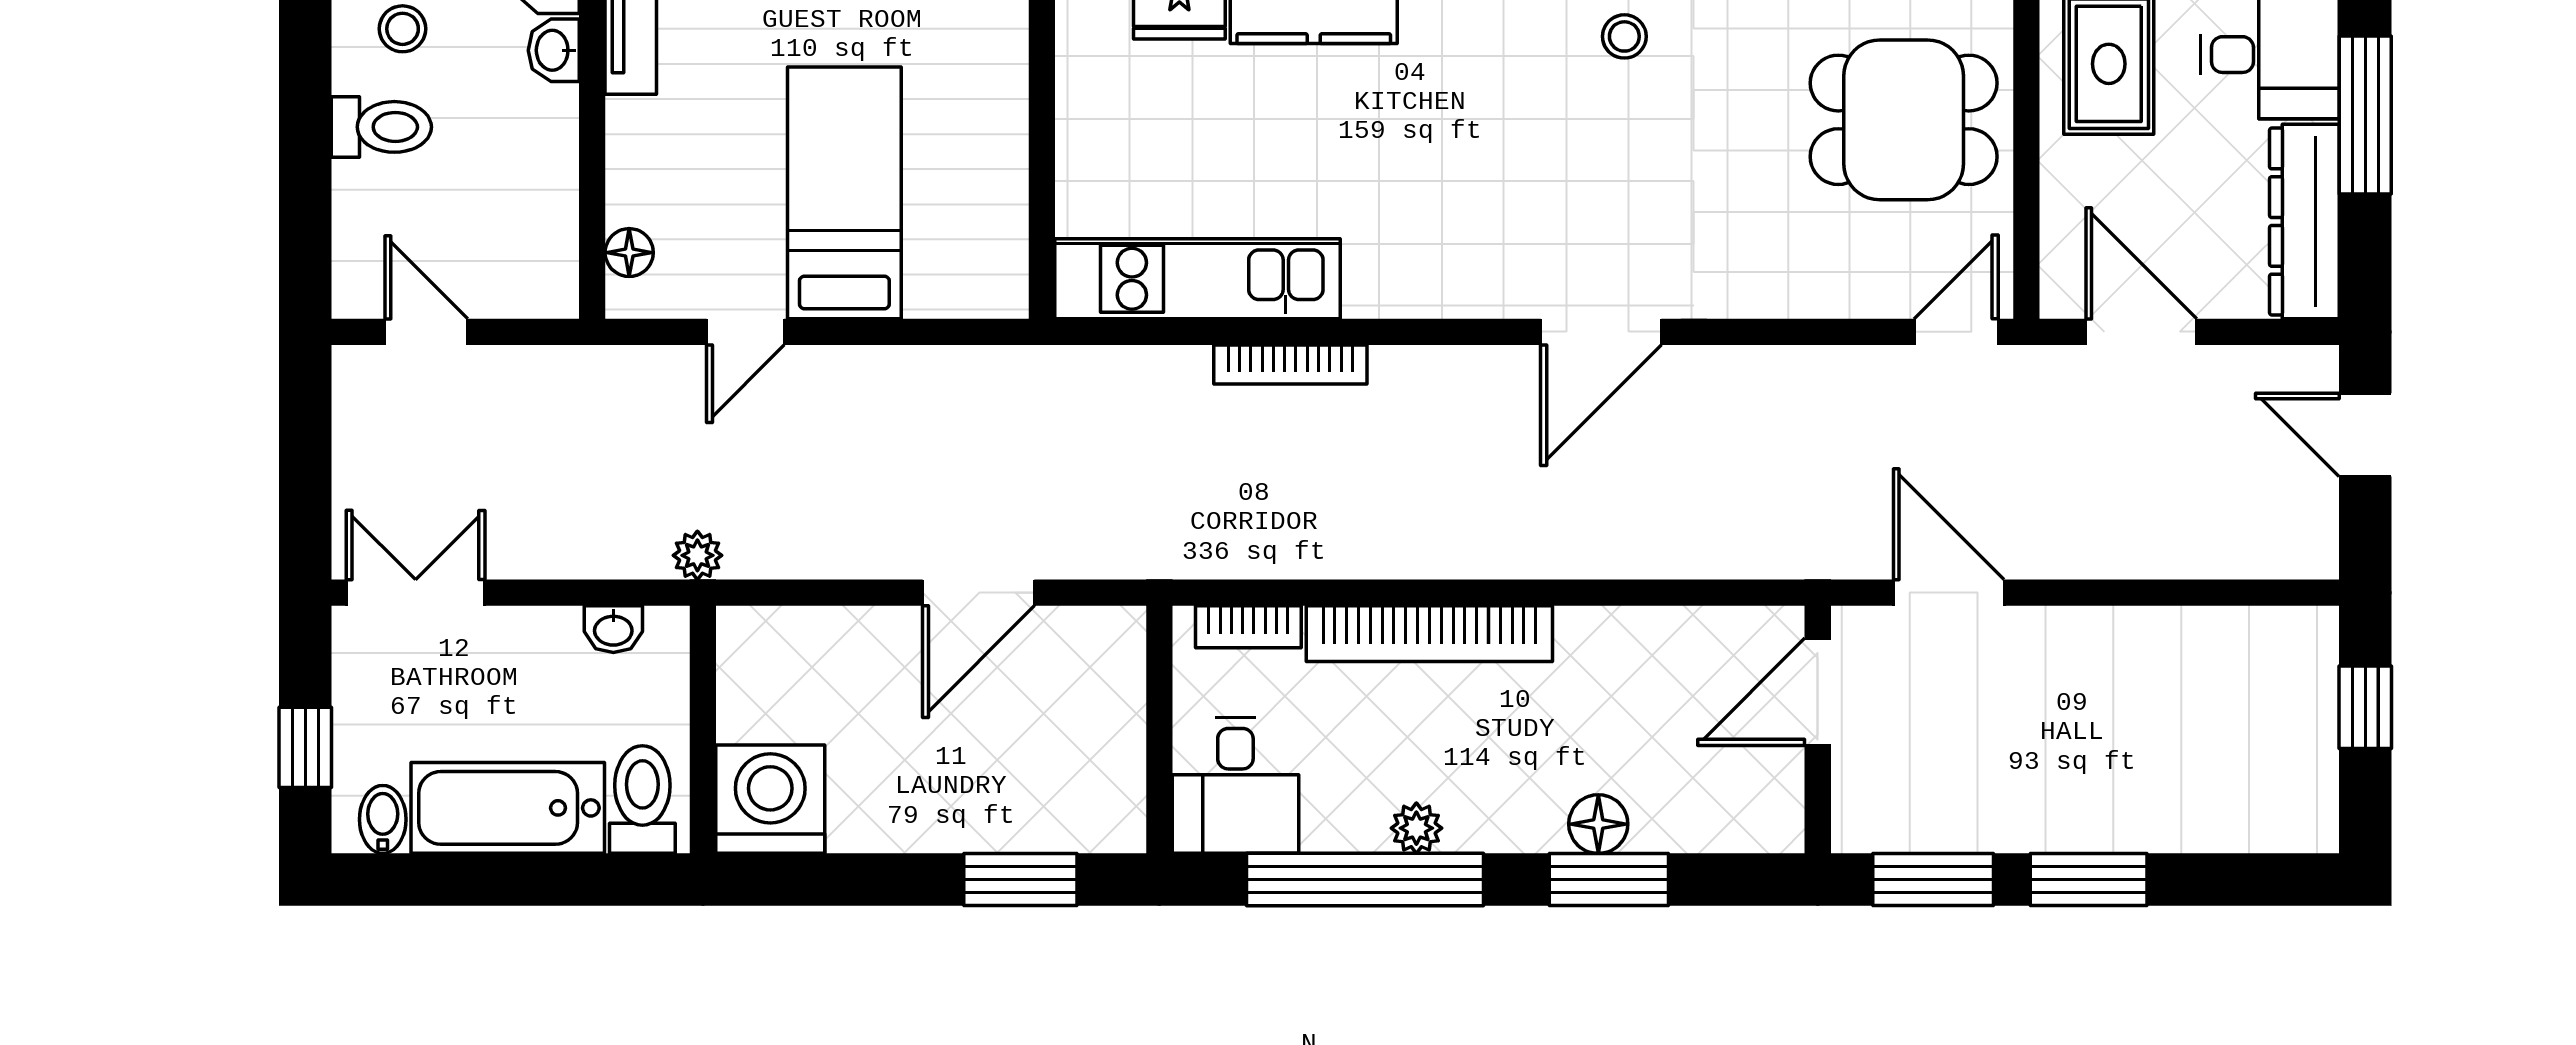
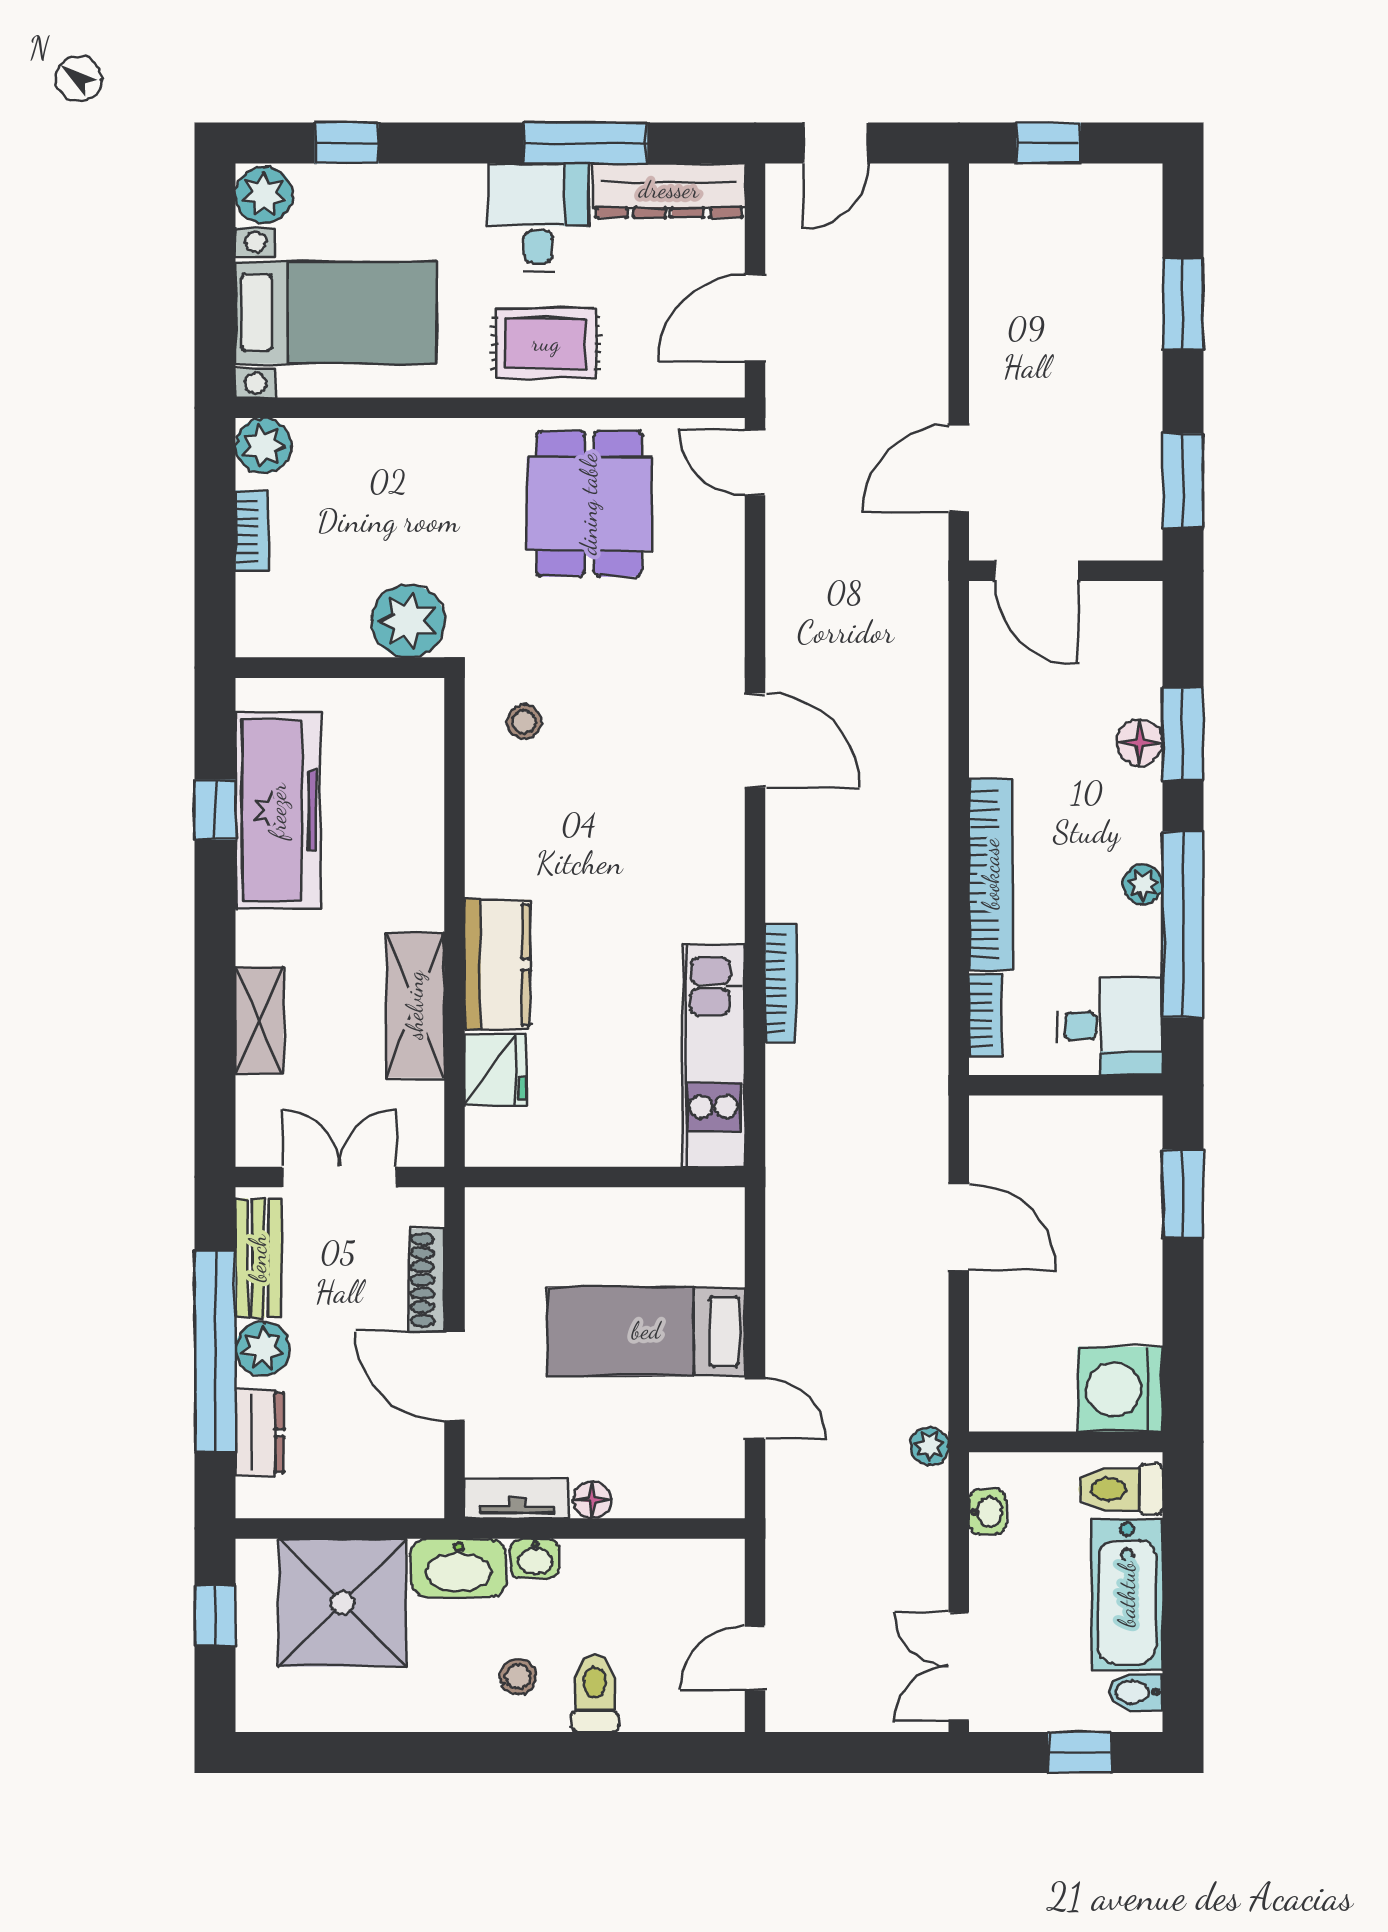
floor lamp: (629, 253) -> (592, 1499), moved
window: (2089, 880) -> (1183, 304), moved

